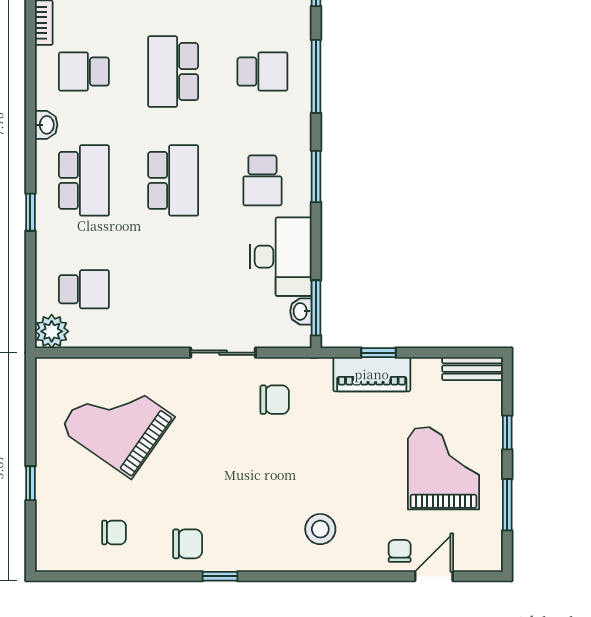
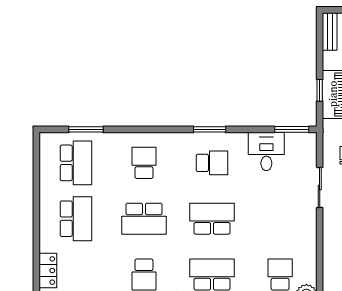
window: (316, 76) -> (147, 129), removed
desk: (281, 257) -> (266, 151), width x0.73
washbasin: (301, 311) -> (294, 139), removed

